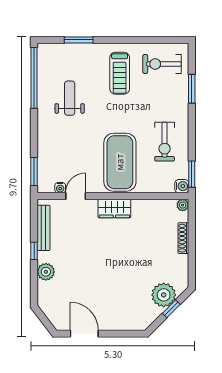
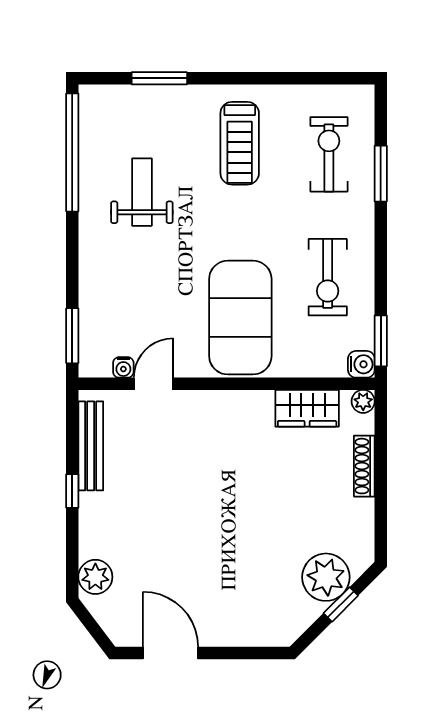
exercise bike: (162, 64) -> (329, 154), moved, turned 90
wardrobe: (114, 209) -> (307, 408), moved
plant: (46, 272) -> (95, 577), moved

